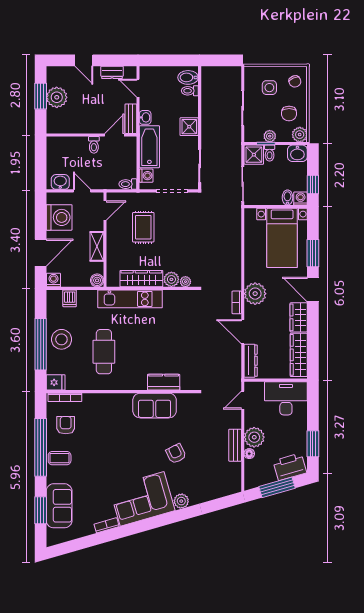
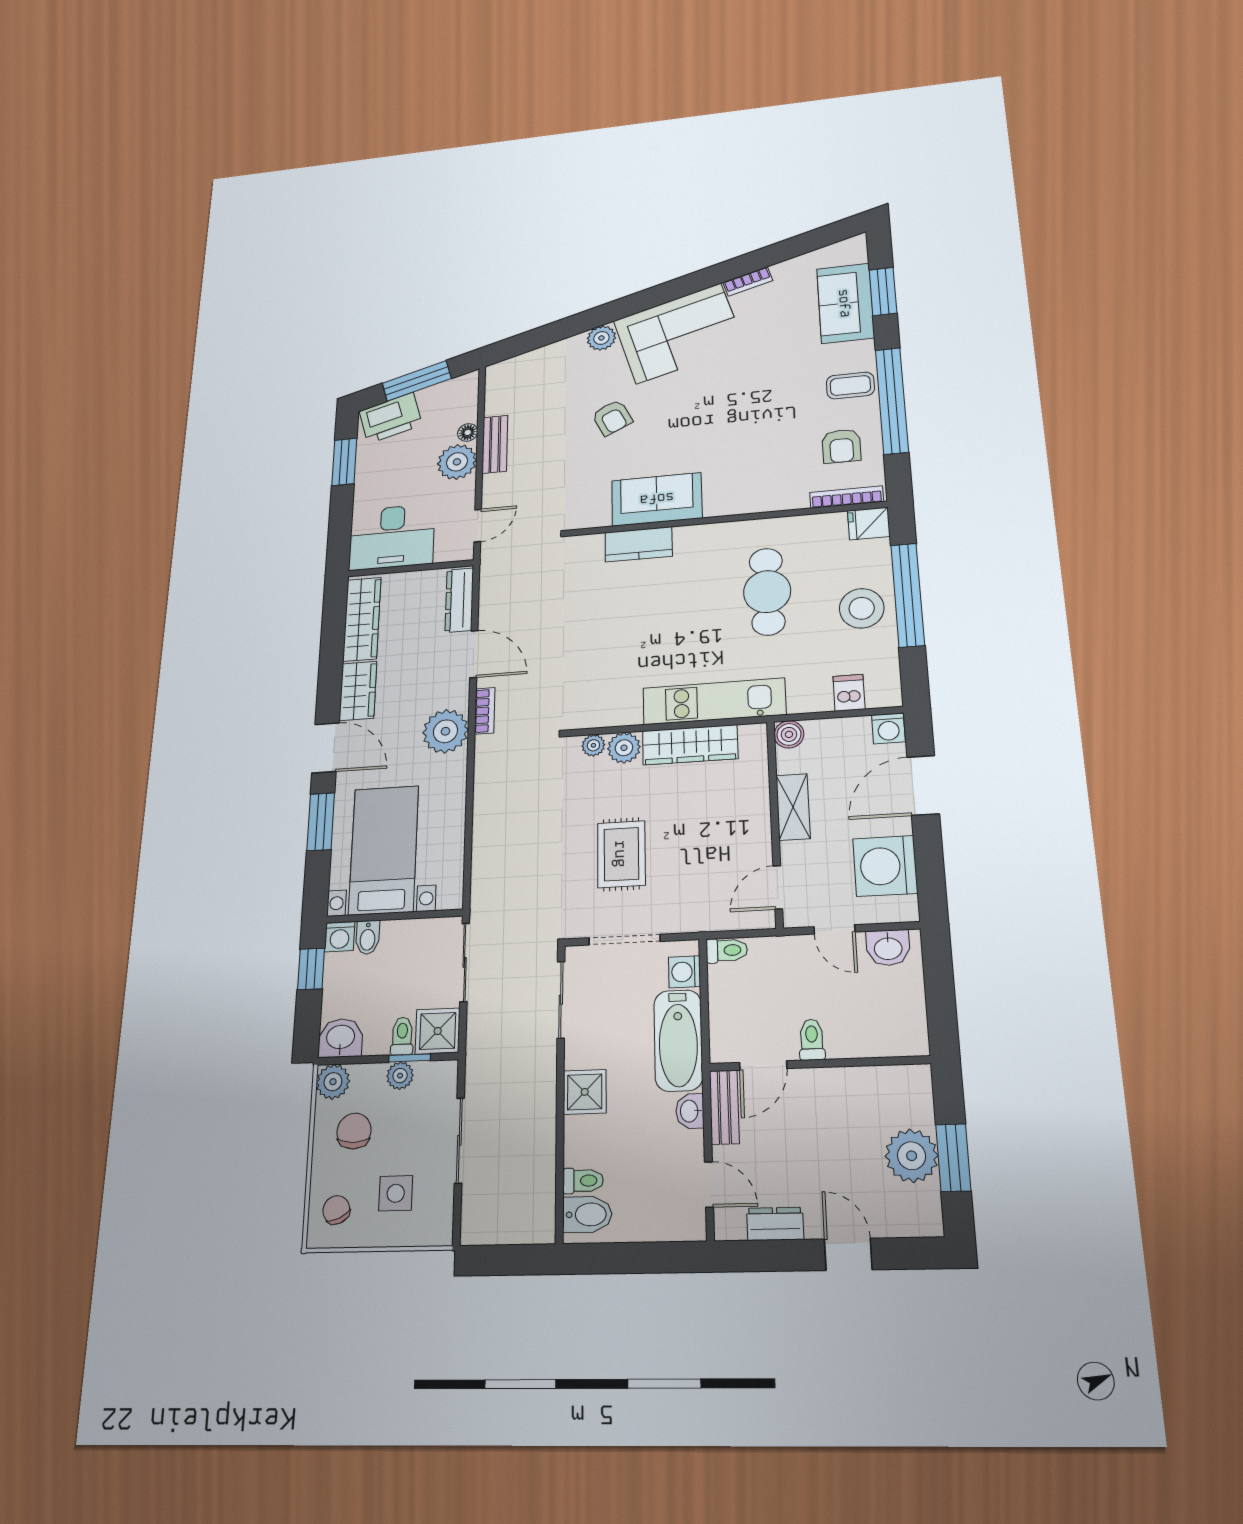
rug: (143, 227) -> (621, 854), moved

